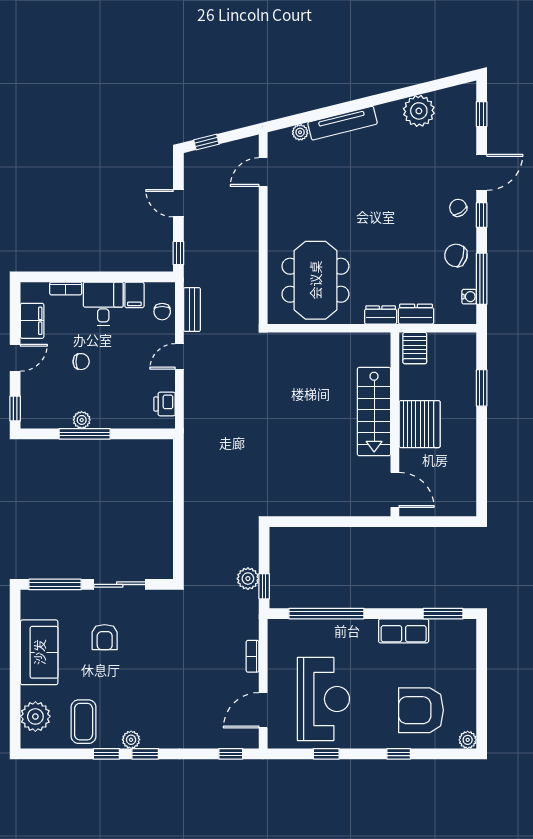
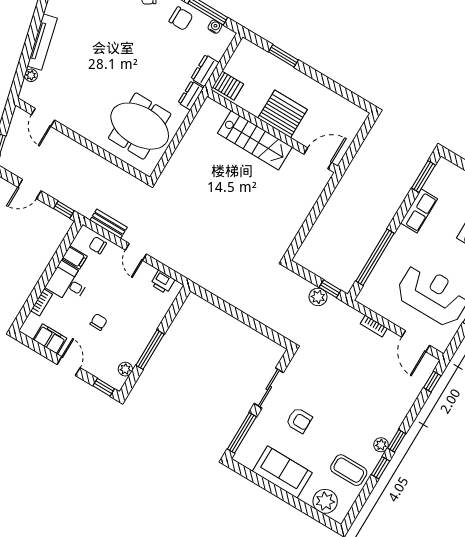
chair: (456, 255) -> (181, 19), turned -107
chair: (162, 312) -> (98, 245), turned 180
plant: (82, 420) -> (125, 369), moved

